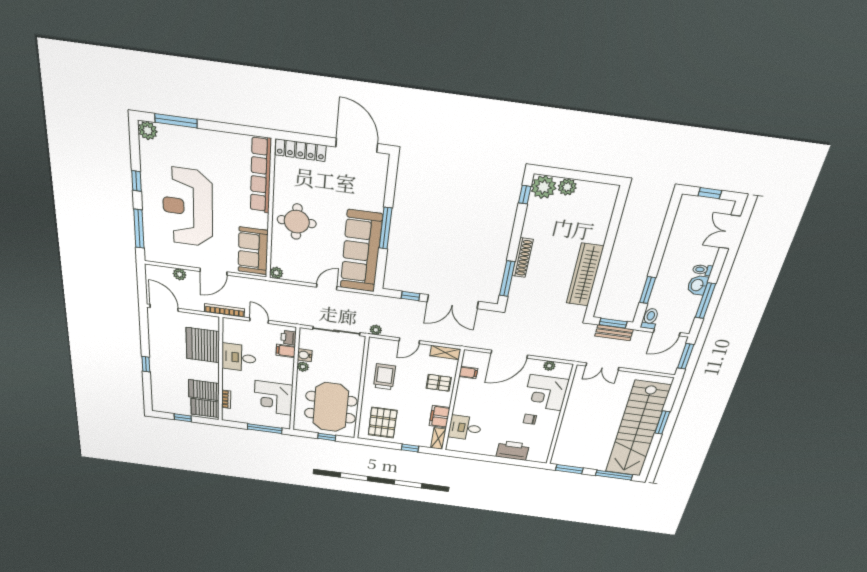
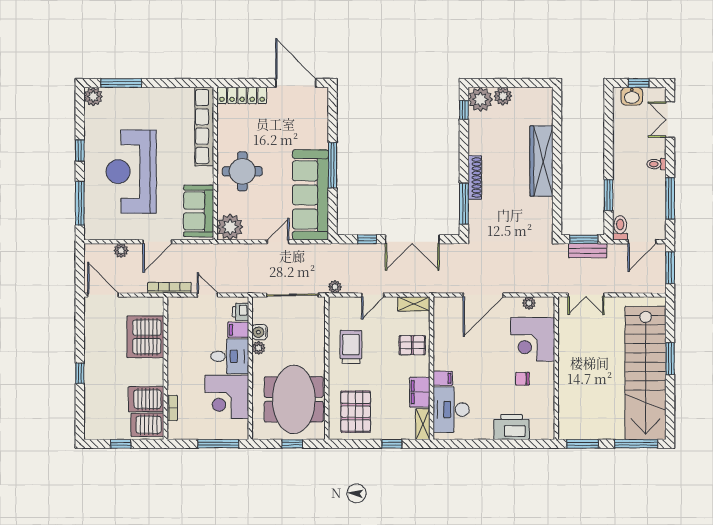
plant: (276, 273) -> (230, 227), width x1.87, depth x1.87
wardrobe: (585, 275) -> (541, 161), moved
washbasin: (698, 285) -> (632, 96), moved, turned -90
desk: (239, 358) -> (230, 356), moved, turned 180
filing cabinet: (468, 373) -> (443, 378), moved
desk: (465, 428) -> (451, 410), width x1.37

